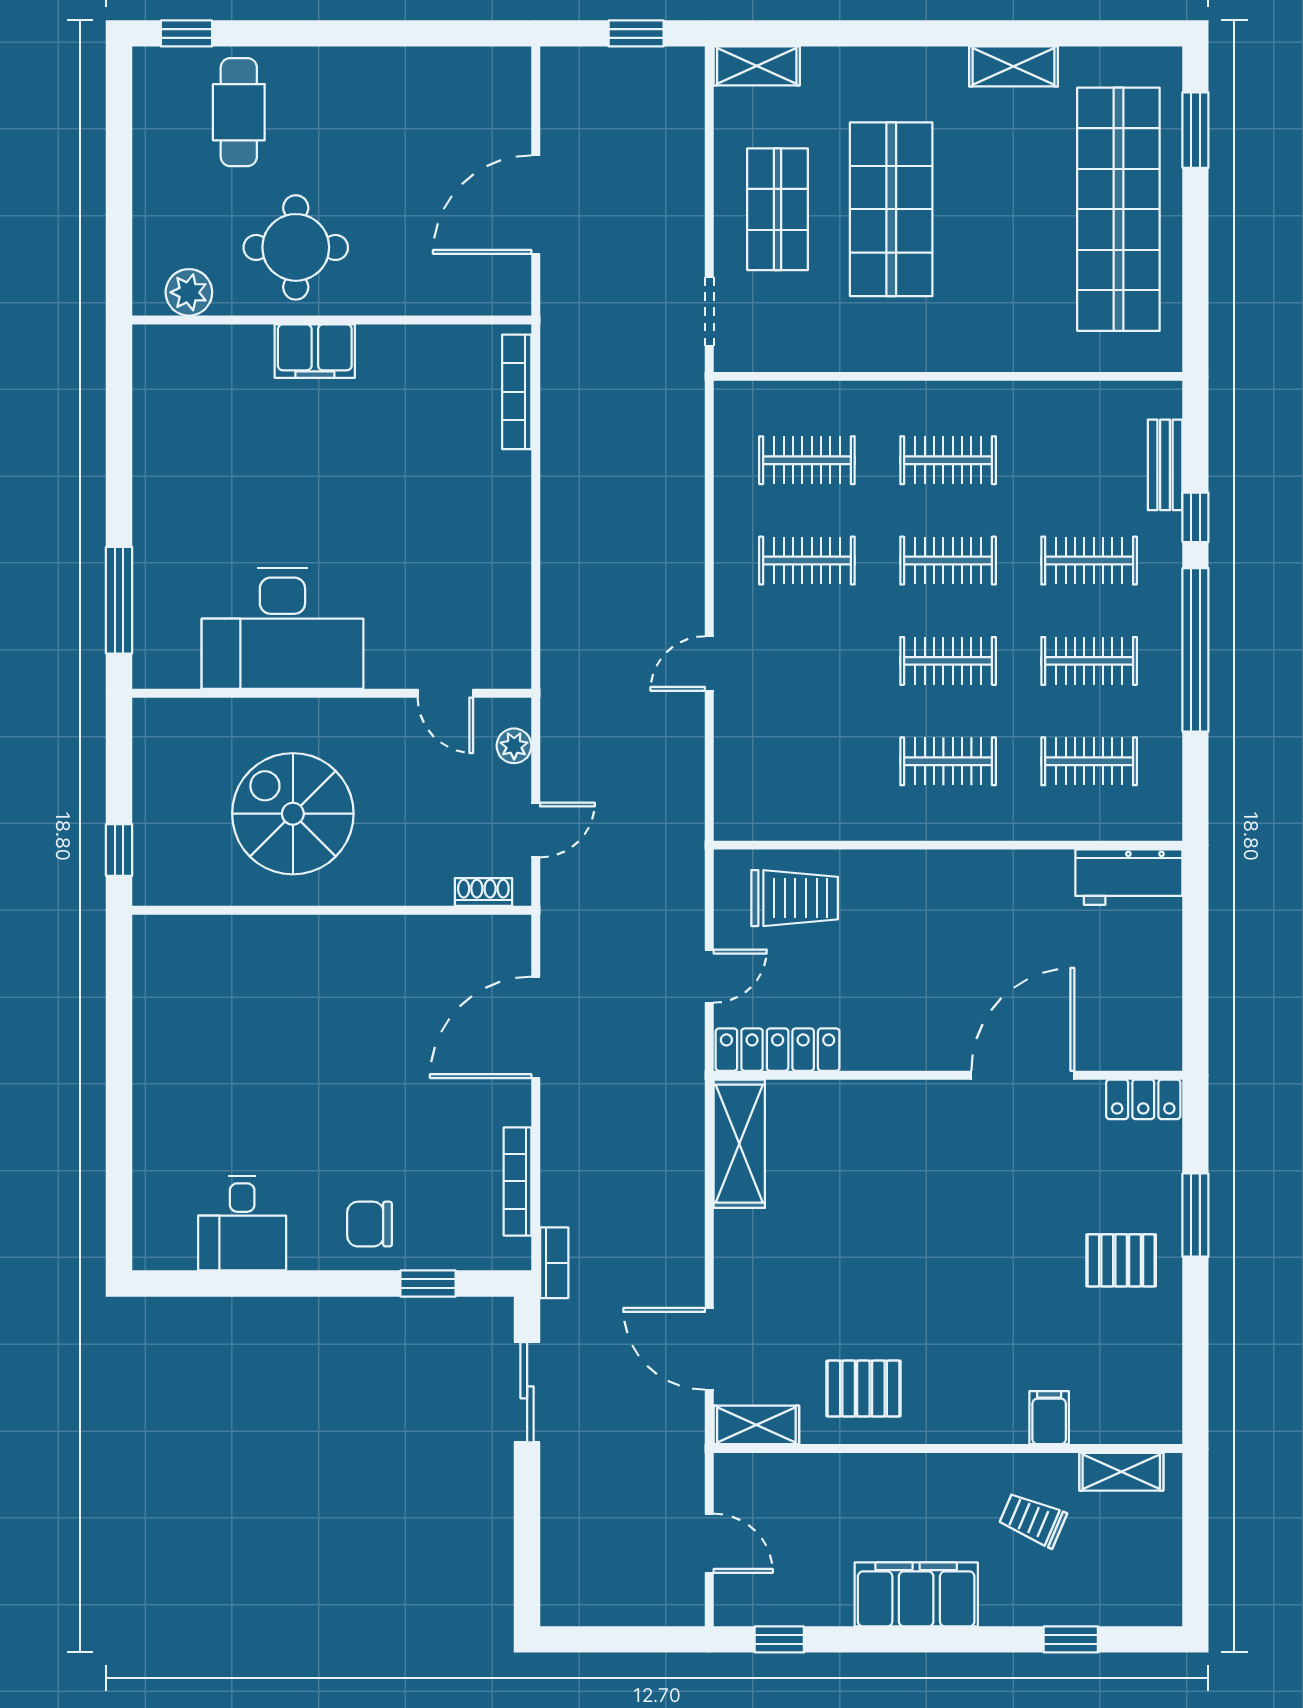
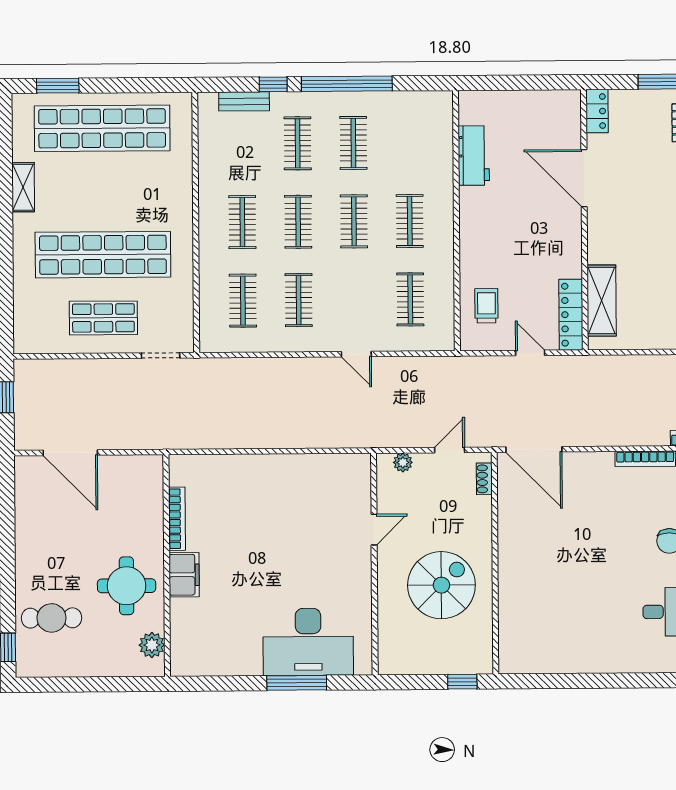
shelving: (757, 66) -> (24, 330), removed
door: (536, 205) -> (70, 453), moved
shop shelf: (891, 209) -> (103, 255), width x1.40
bookcase: (517, 392) -> (177, 519), moved, turned -90
window: (119, 600) -> (297, 683), moved
desk: (282, 628) -> (308, 642), moved, turned 90
door: (445, 693) -> (374, 530), moved
clothes rail: (1089, 761) -> (410, 299), moved
spiral stairs: (293, 814) -> (441, 585), turned 180
door: (536, 830) -> (450, 450), hinge flipped
workbench: (1129, 877) -> (474, 156), moved
trolley: (795, 898) -> (486, 306), width x0.73, depth x0.72
door: (536, 1027) -> (534, 449), moved
shelving: (739, 1144) -> (602, 301), moved, turned 90

